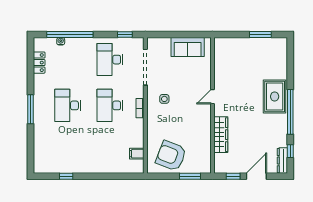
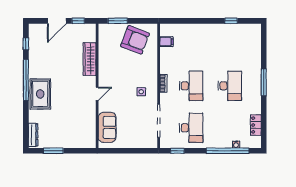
sofa: (188, 47) -> (107, 127), moved, turned 90
dresser: (282, 161) -> (33, 135), moved

